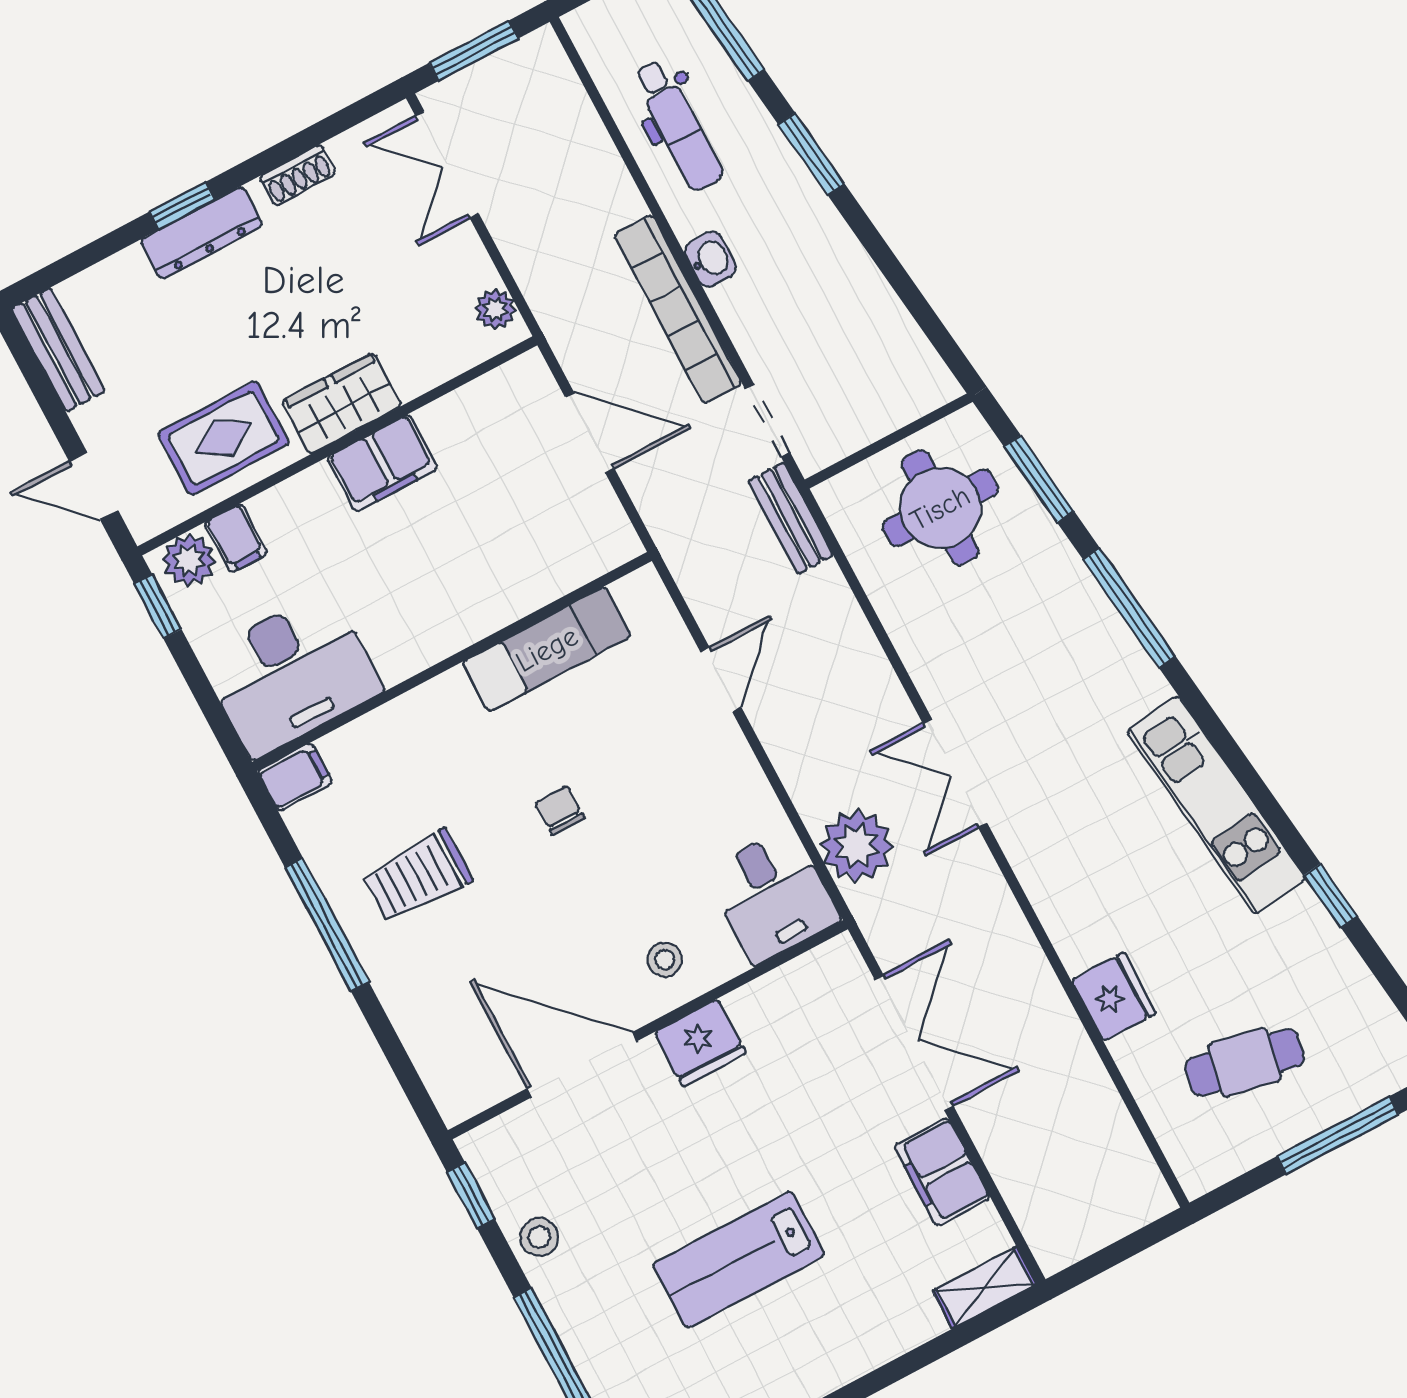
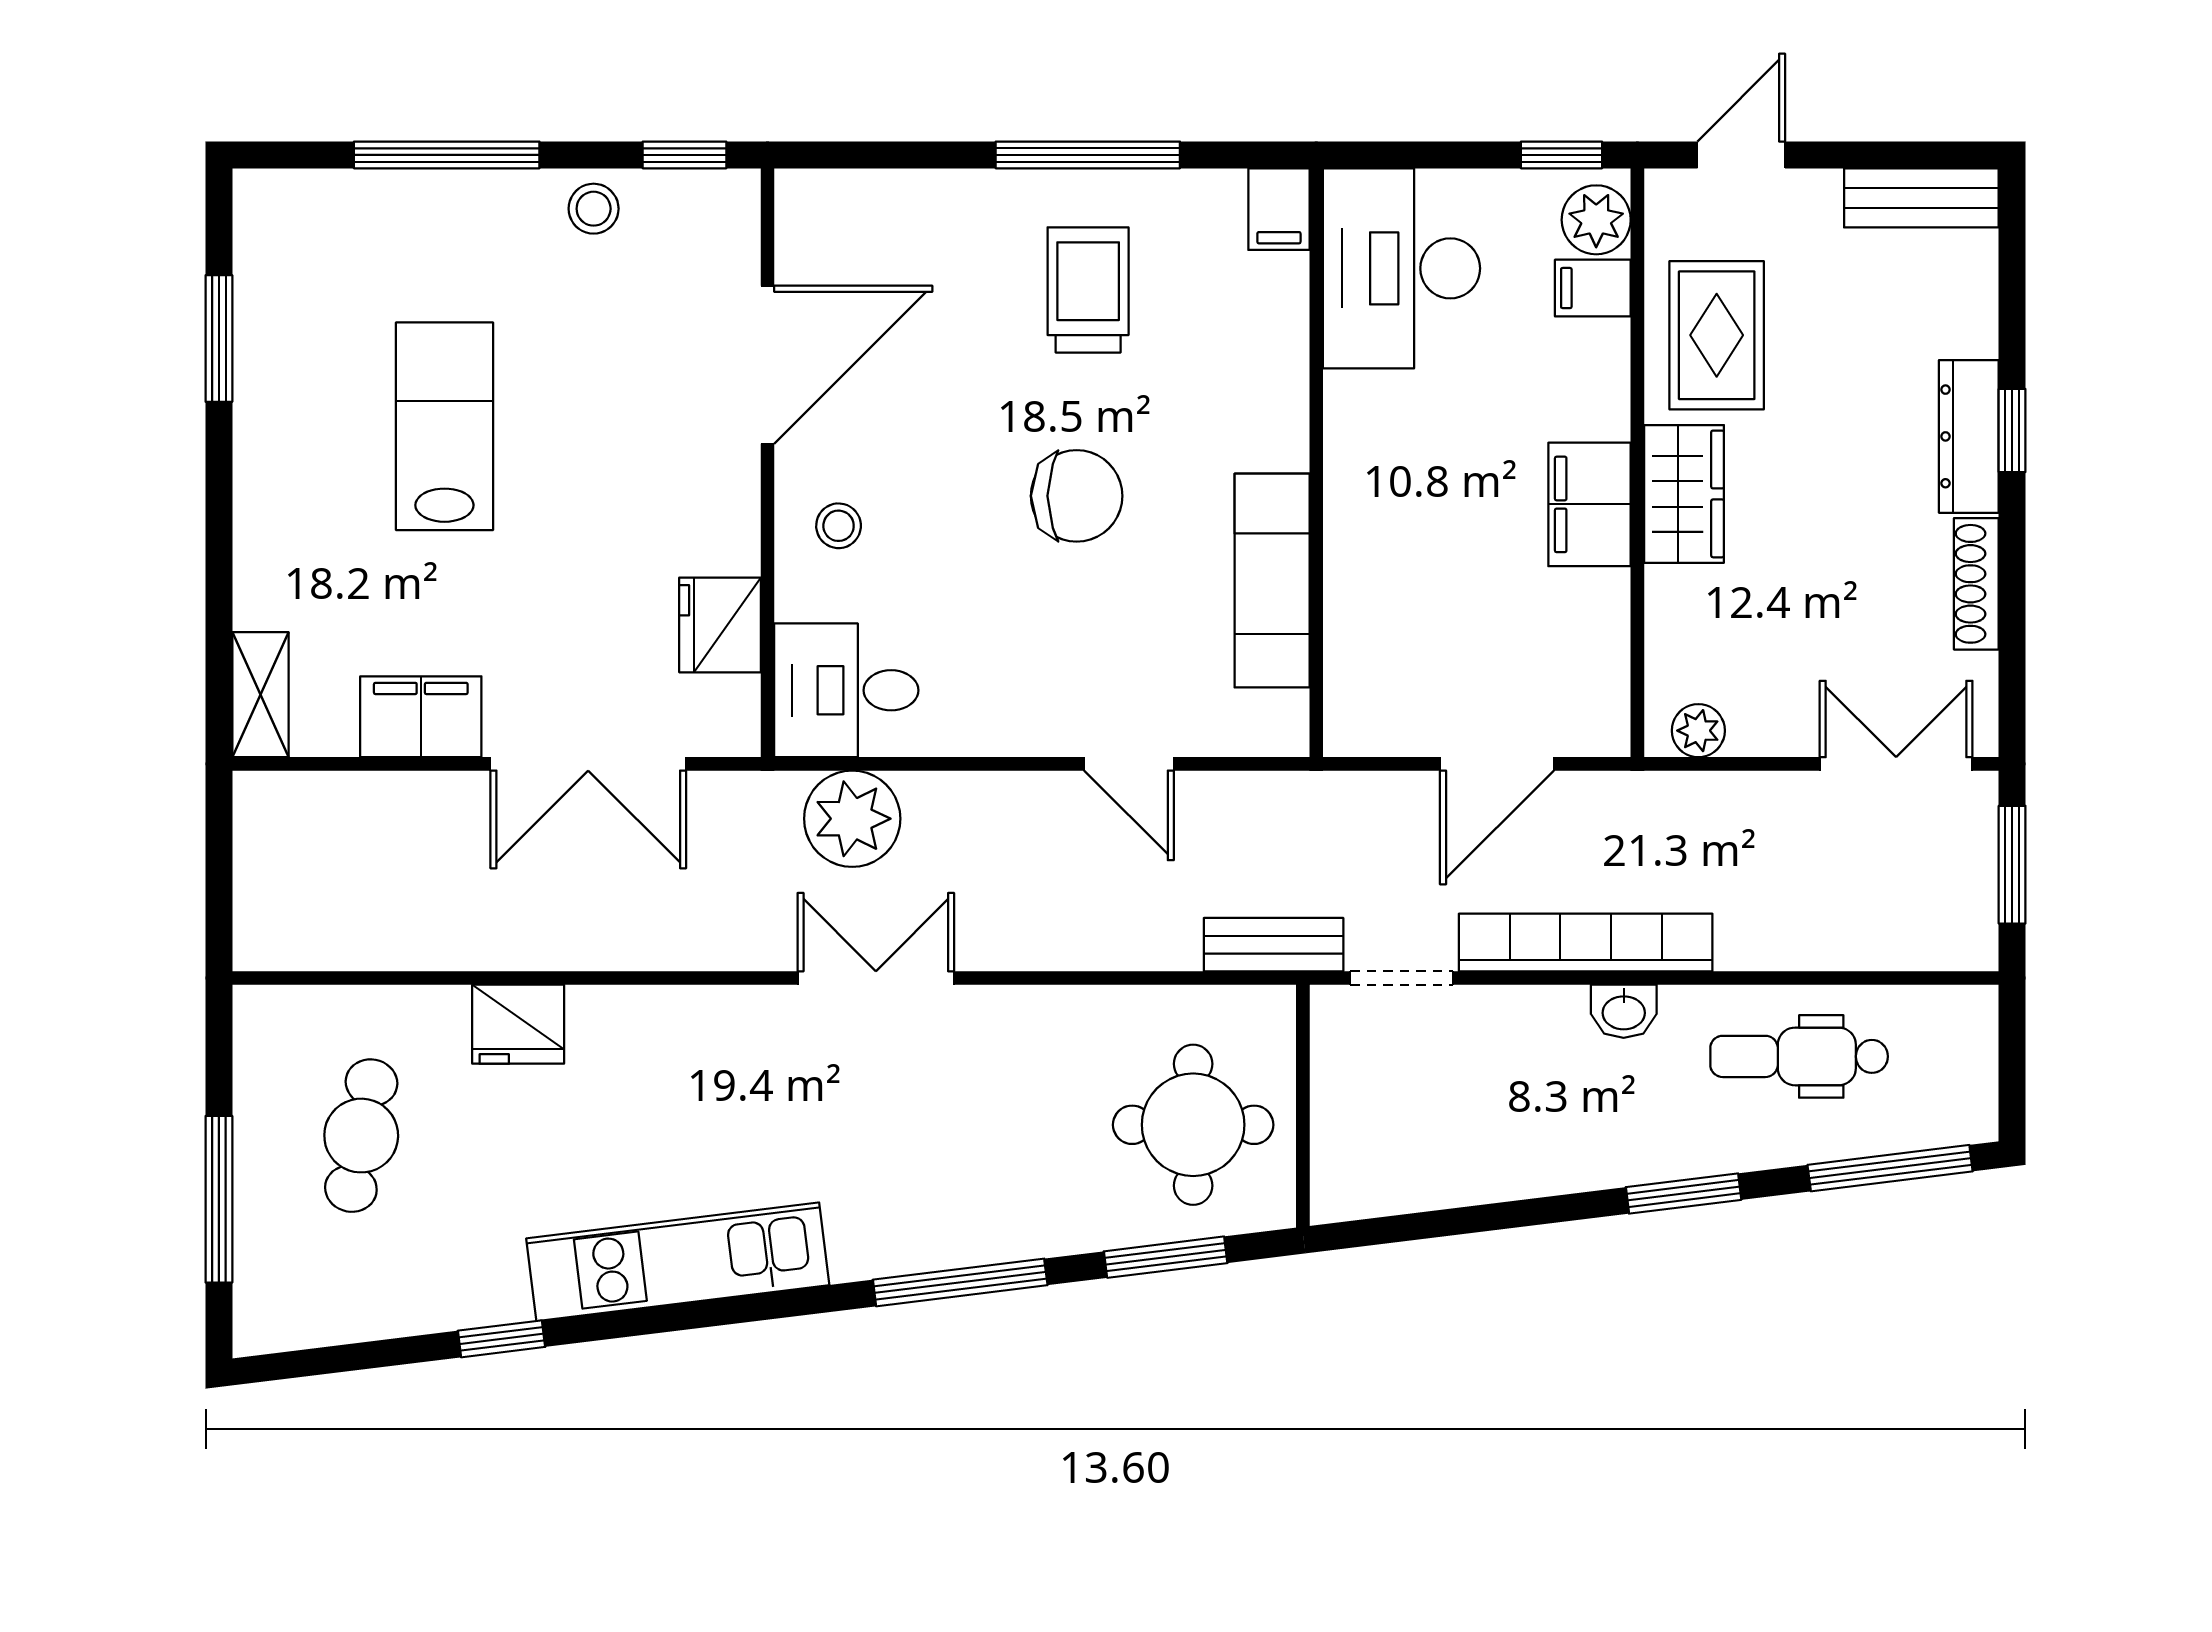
shoe rack: (298, 175) -> (1976, 584), width x1.43
chair: (560, 810) -> (1077, 496), width x1.87, depth x1.87
fridge: (700, 1043) -> (720, 625), moved

